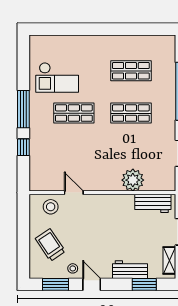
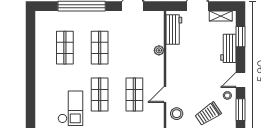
shop shelf: (74, 155) -> (134, 95), added
plant: (133, 180) -> (159, 50), width x0.53, depth x0.53

